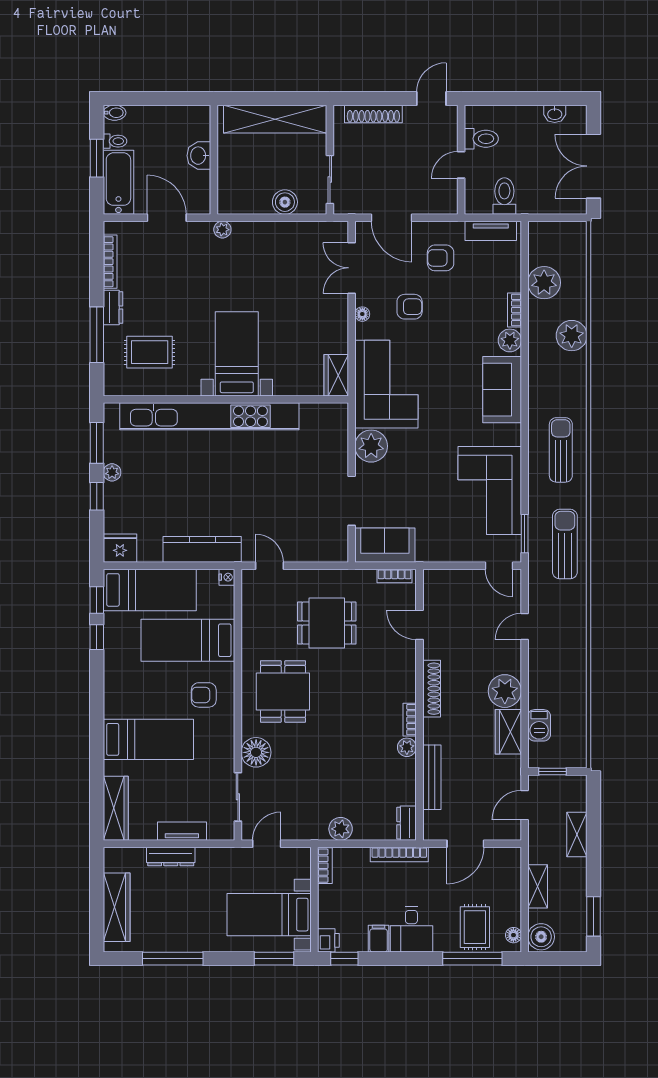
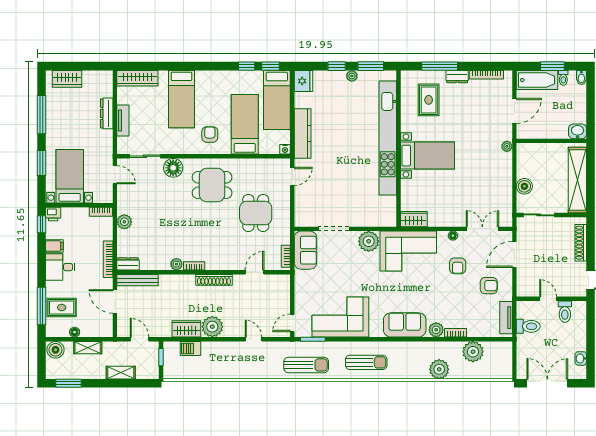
washbasin: (199, 156) -> (578, 131), moved
armchair: (441, 258) -> (489, 286), turned 90
bench: (432, 777) -> (138, 280), moved
wardrobe: (117, 907) -> (67, 79), width x0.67
floor lamp: (513, 935) -> (75, 332), moved
window: (274, 959) -> (42, 163), moved

